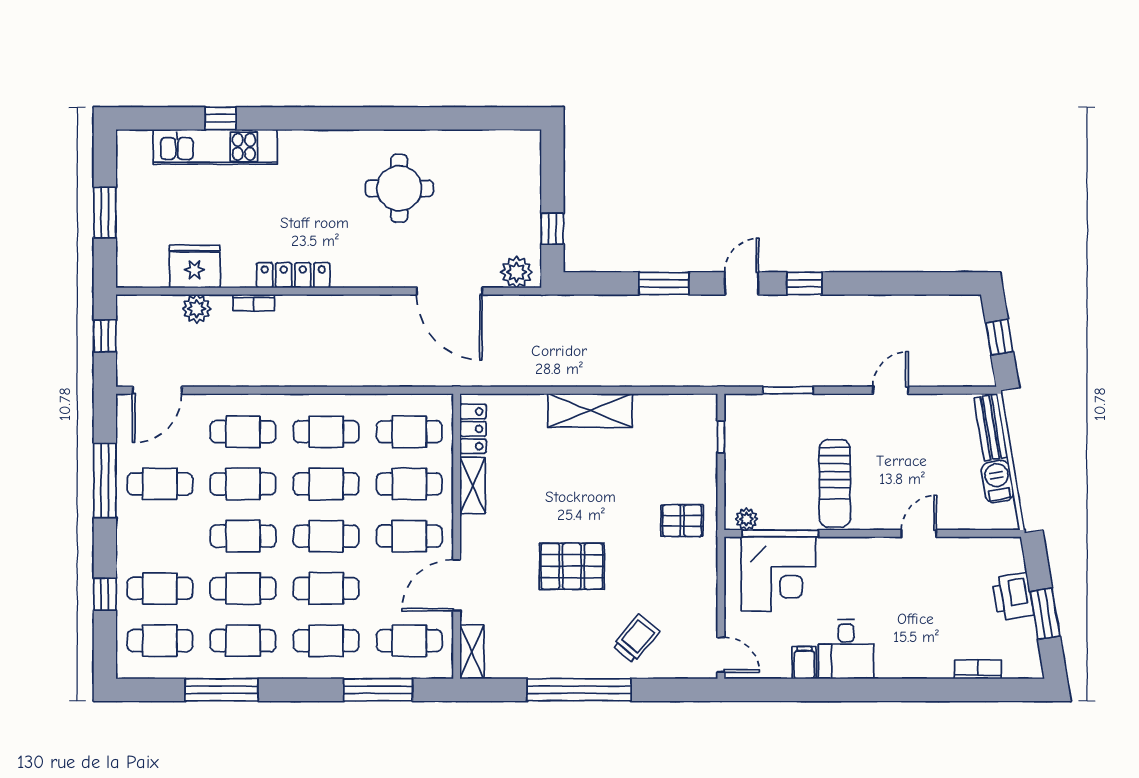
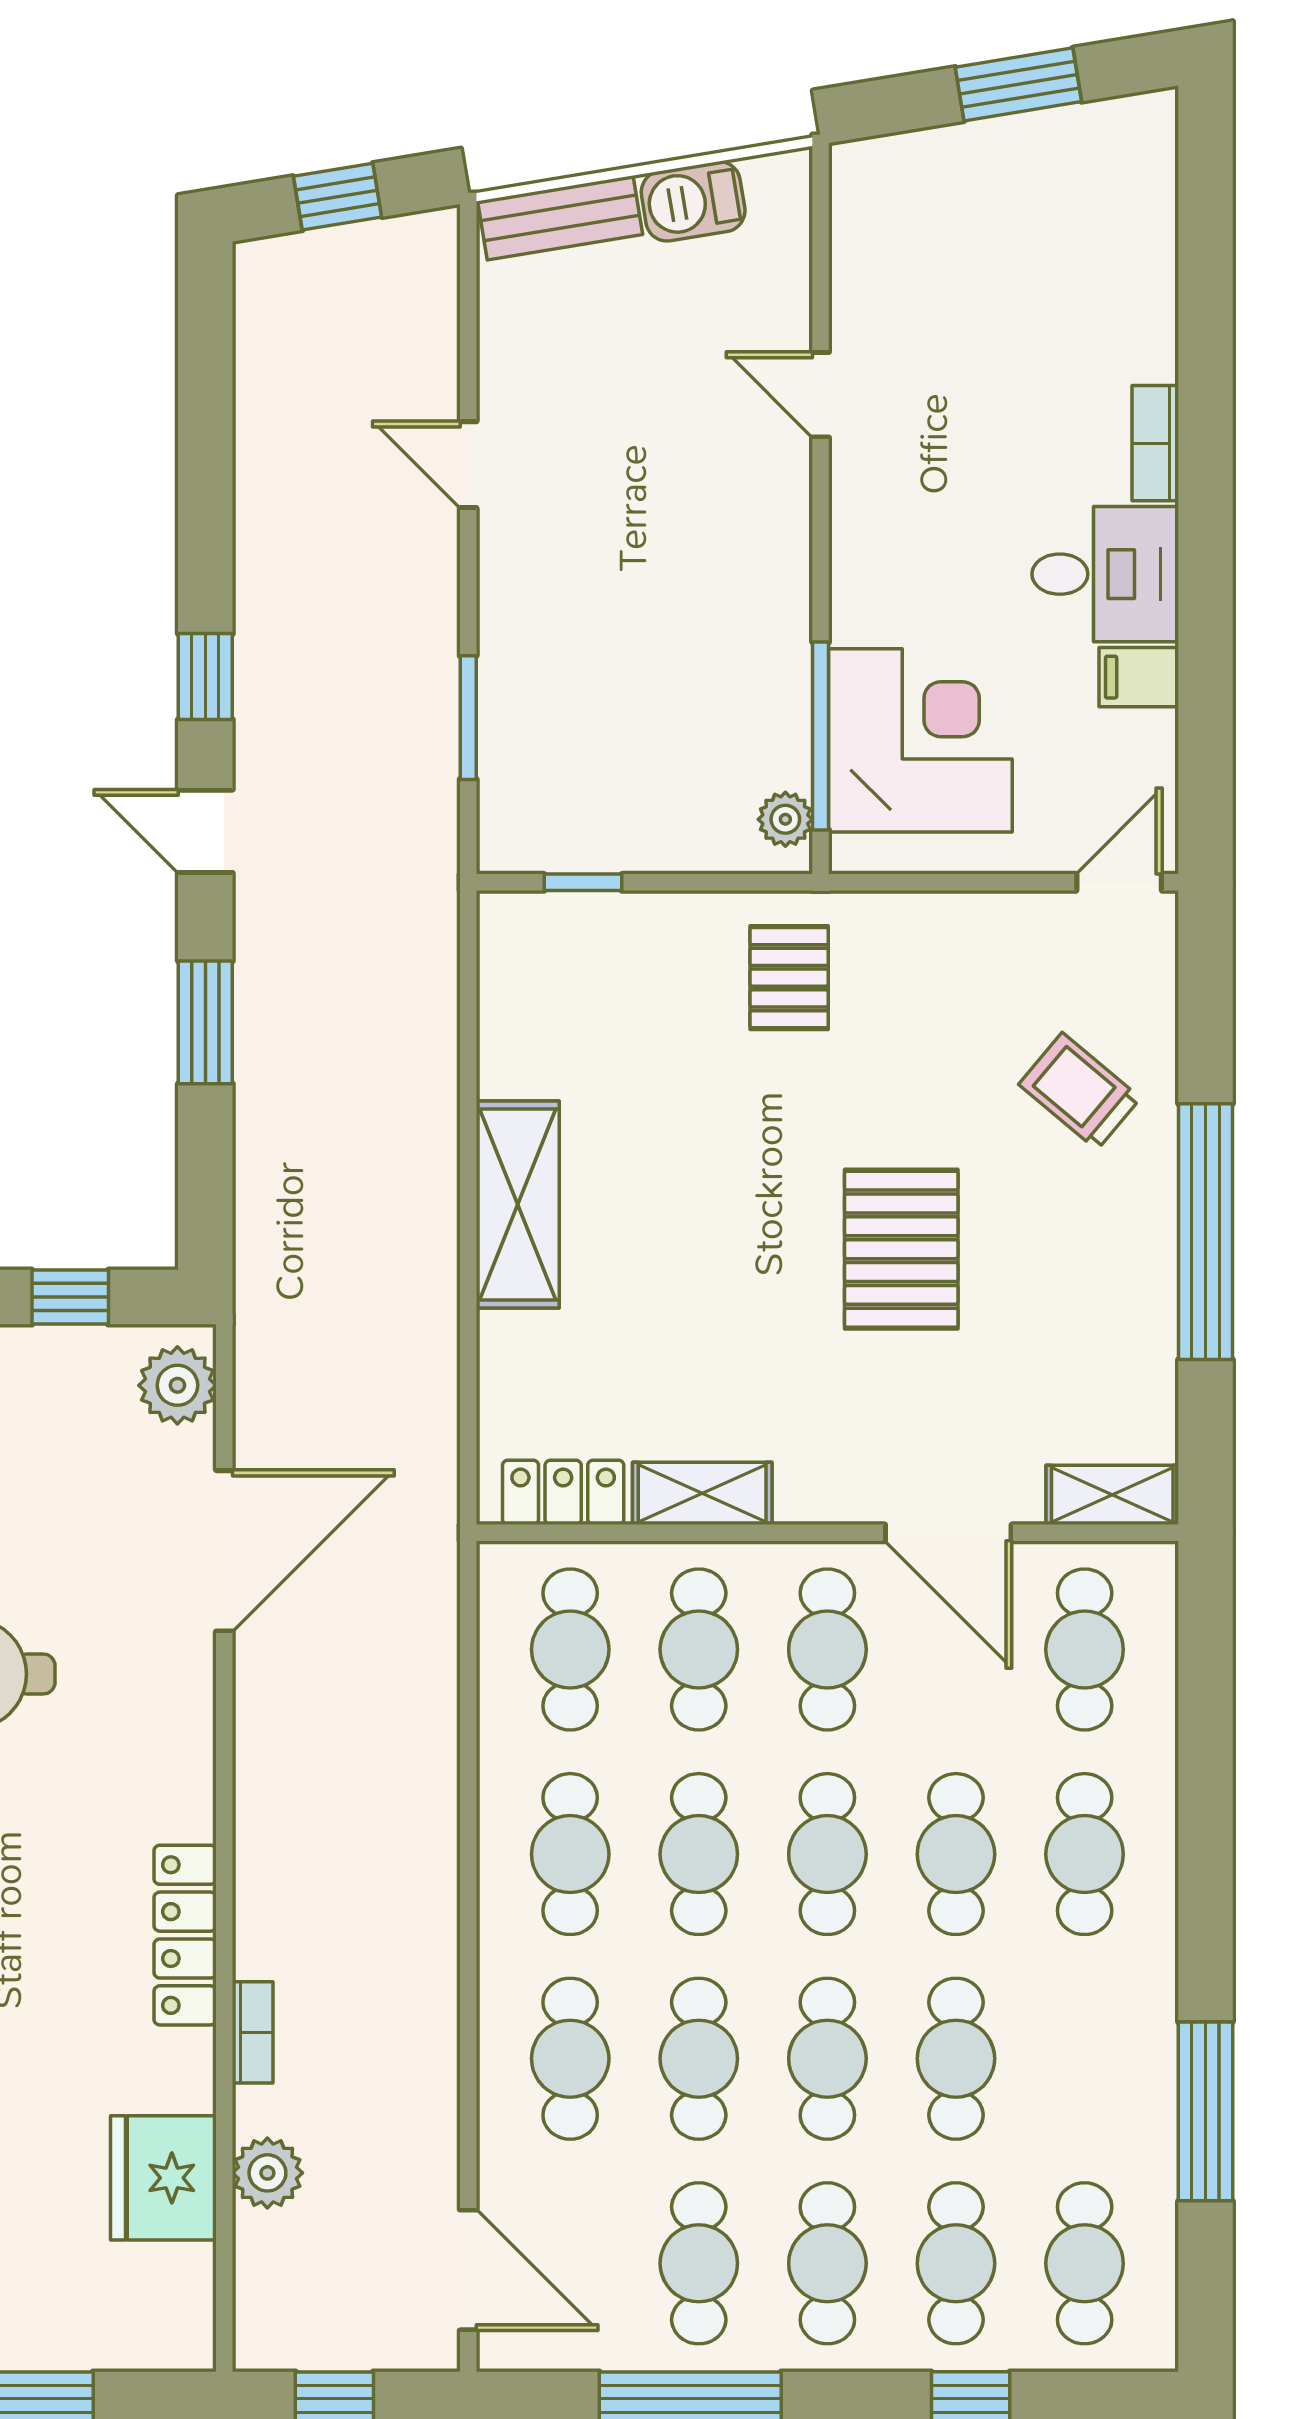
sun lounger: (835, 483) -> (697, 602), removed
printer: (1013, 596) -> (976, 164), removed
cafe table: (243, 641) -> (827, 2263), moved
bookcase: (978, 669) -> (1155, 443), moved
window: (378, 690) -> (1206, 1726), removed

